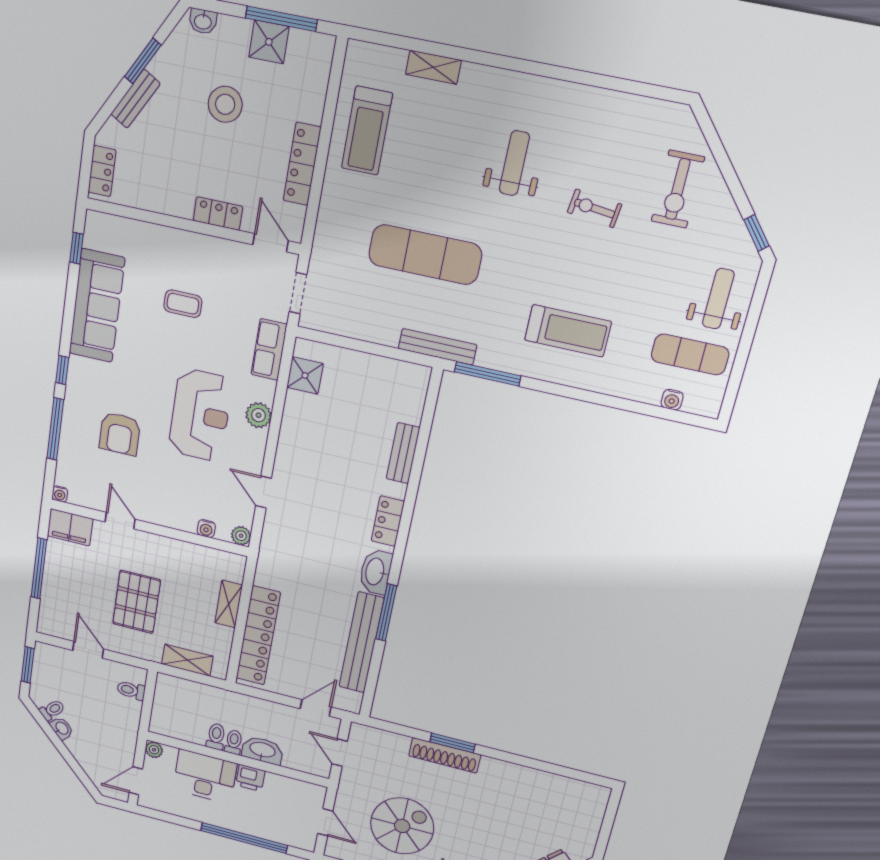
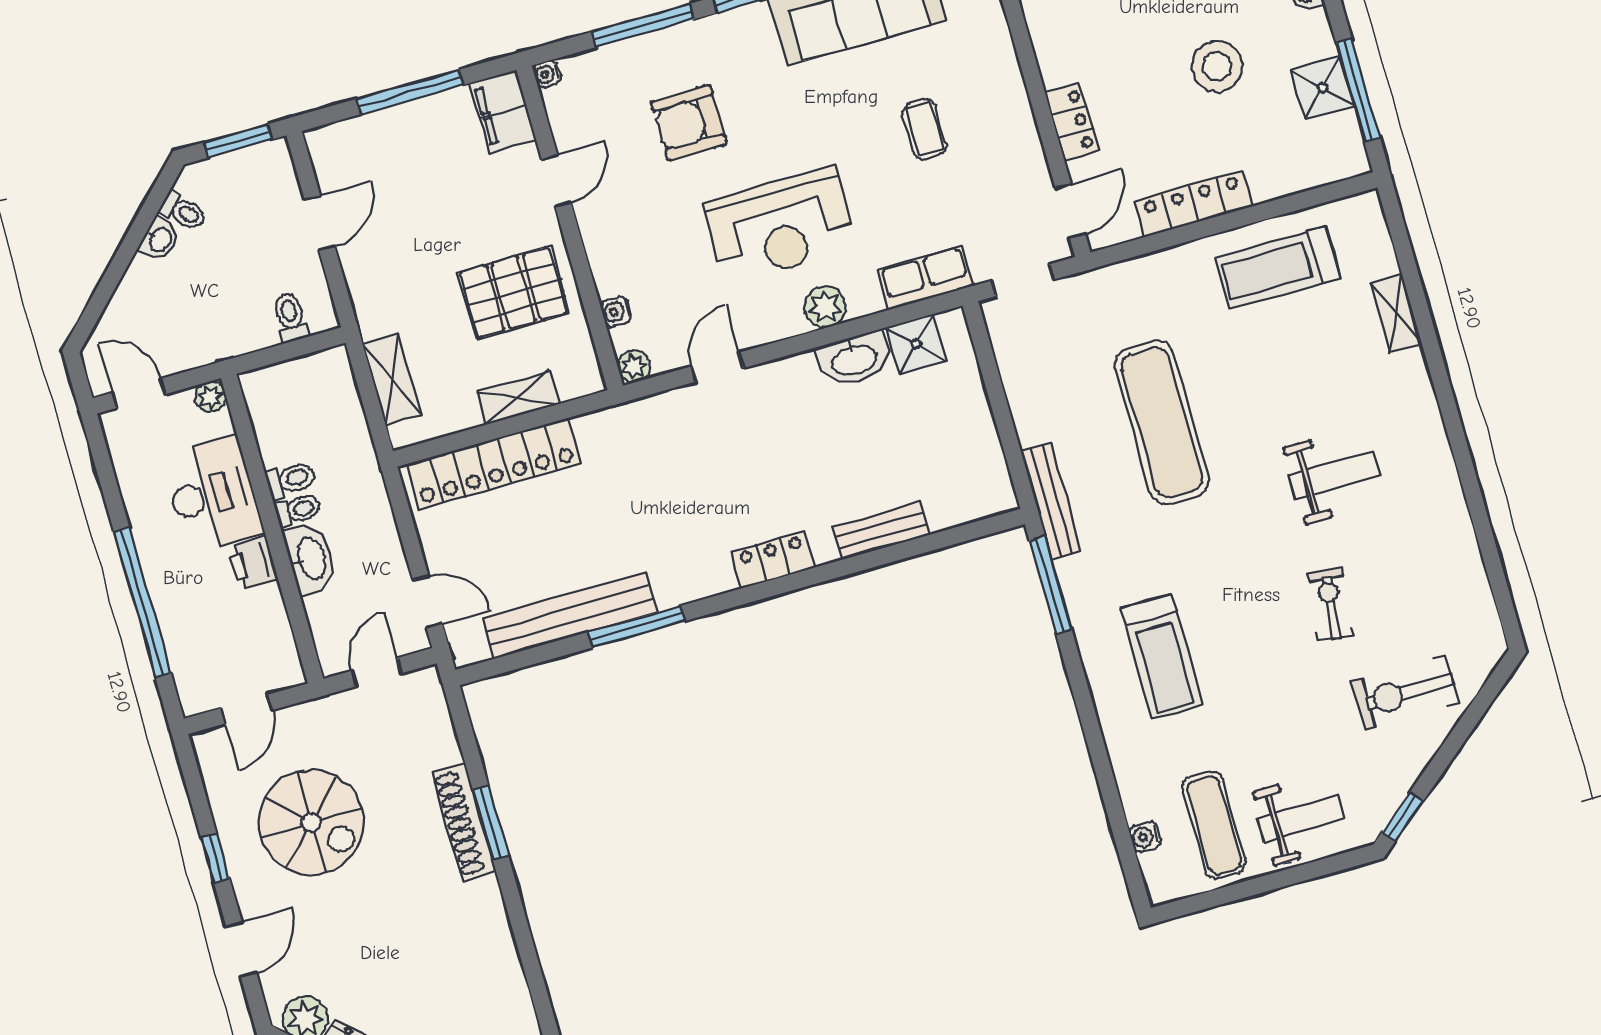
washbasin: (376, 572) -> (854, 359), moved, turned 180
pallet: (137, 602) -> (514, 293), moved

